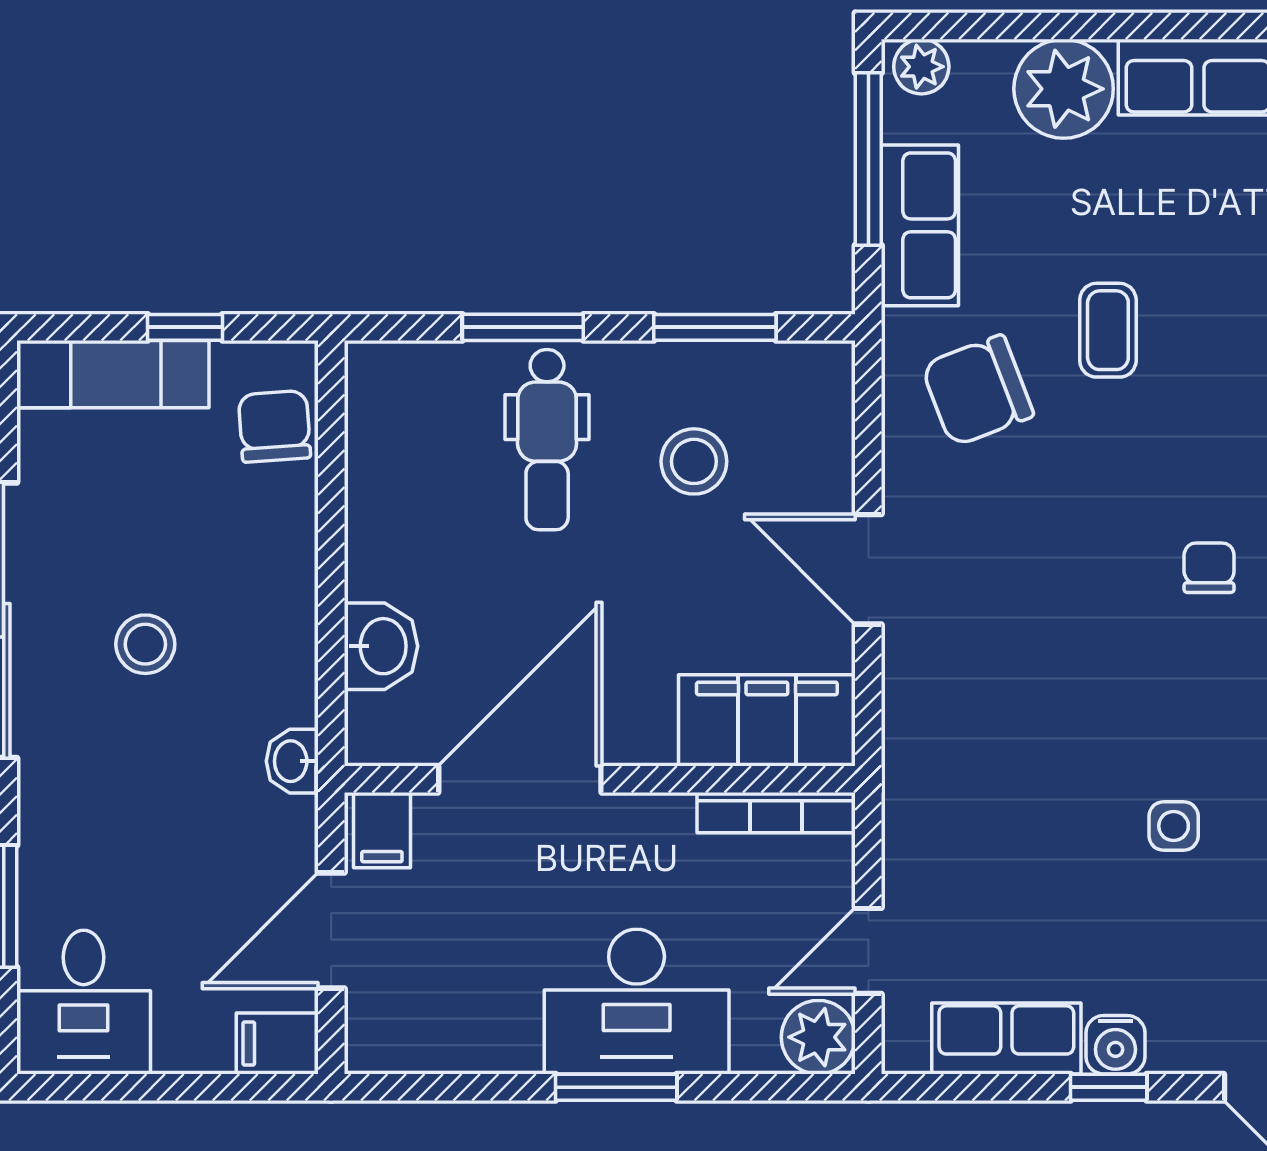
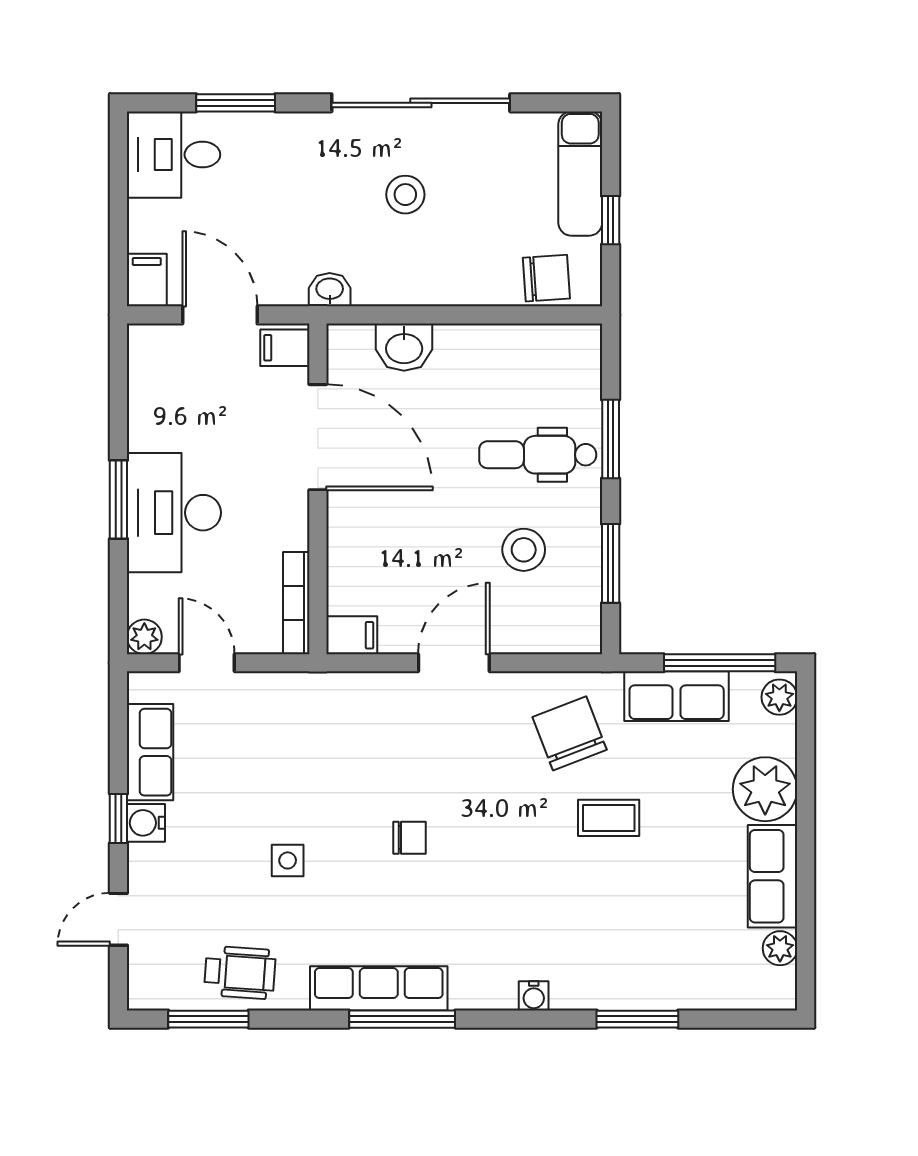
chair: (1209, 568) -> (410, 838), moved
filing cabinet: (767, 720) -> (352, 635), width x0.33, depth x0.86
plant: (818, 1037) -> (144, 637), width x0.73, depth x0.73

